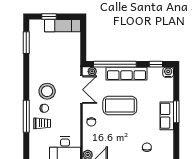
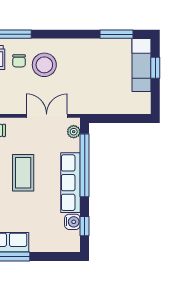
exam couch: (62, 26) -> (142, 65), moved
water cooler: (168, 72) -> (72, 222), moved
double door: (82, 90) -> (47, 116), swing flipped
coffee table: (120, 105) -> (23, 173), width x0.73, depth x0.76

